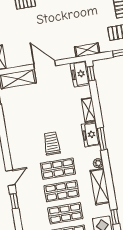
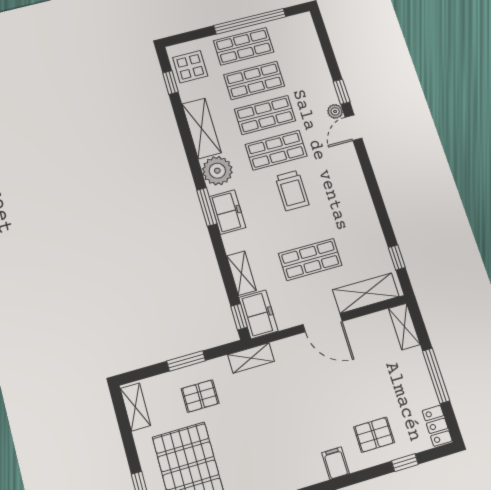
shop shelf: (47, 102) -> (310, 259), added
shelving: (89, 110) -> (241, 273), moved
plant: (98, 163) -> (217, 171), width x1.88, depth x1.88
plant: (20, 189) -> (335, 111), added

